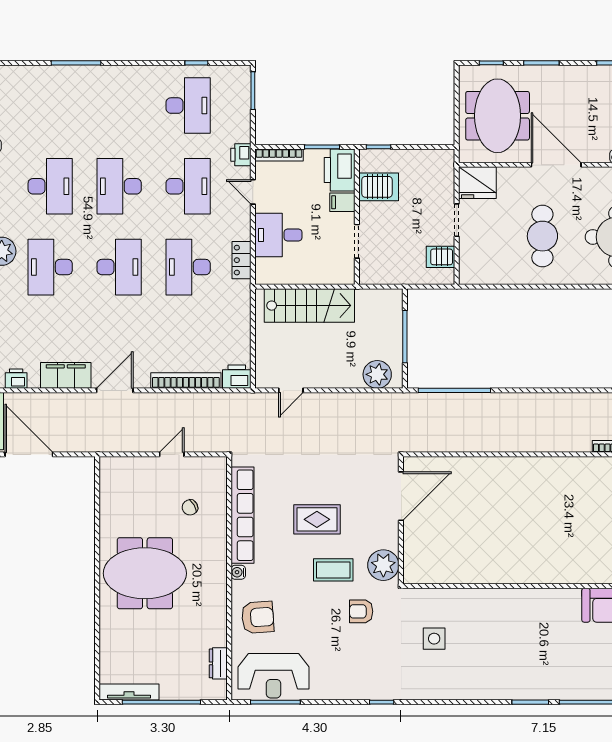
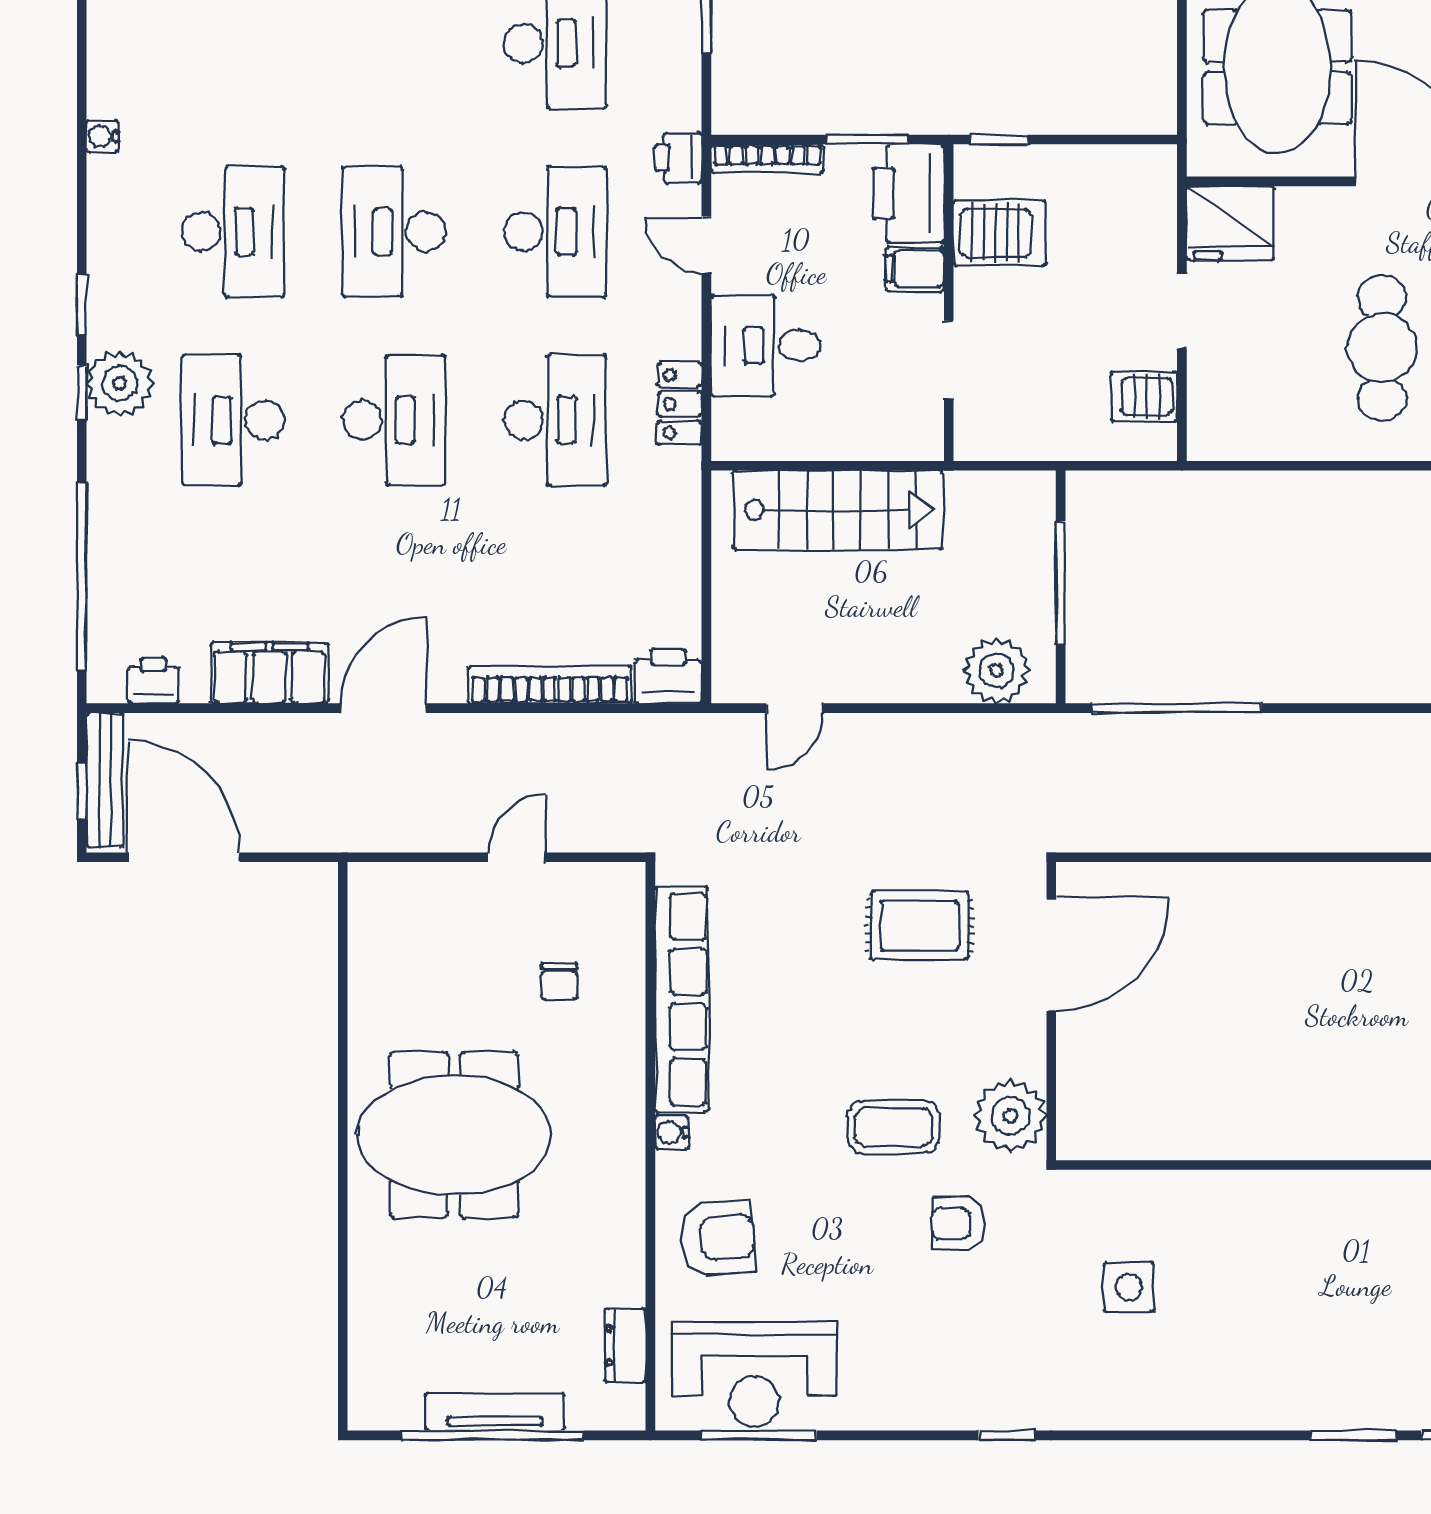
desk: (188, 267) -> (555, 420), turned 180
chair: (190, 507) -> (559, 981), turned -60
rug: (317, 519) -> (919, 926), moved
tv unit: (129, 692) -> (495, 1412), moved

